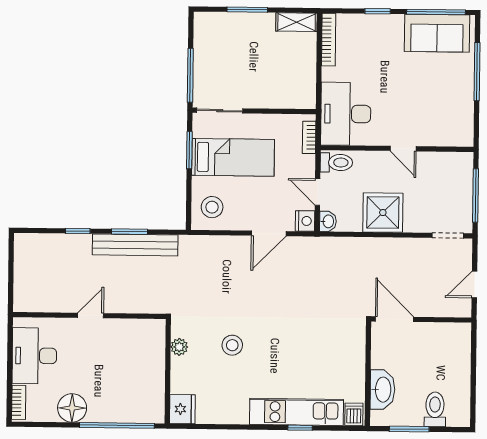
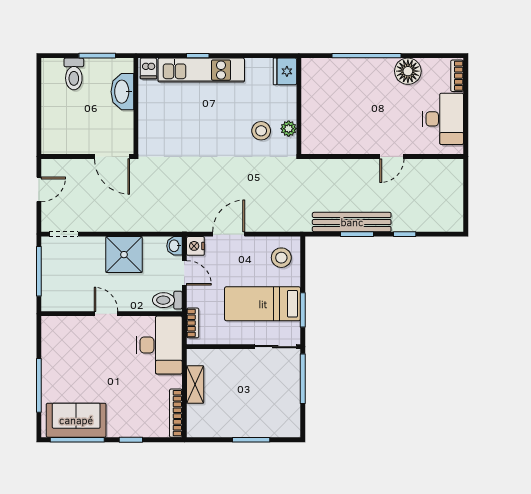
shelving: (297, 22) -> (195, 384), moved, turned 90
plant: (179, 347) -> (289, 129), moved
wall: (168, 371) -> (299, 106), moved
fridge: (182, 409) -> (285, 71), moved

